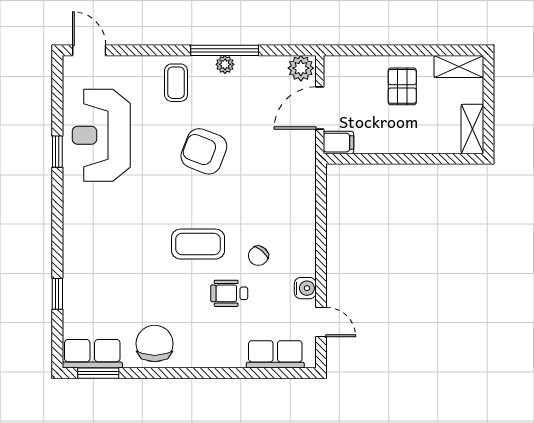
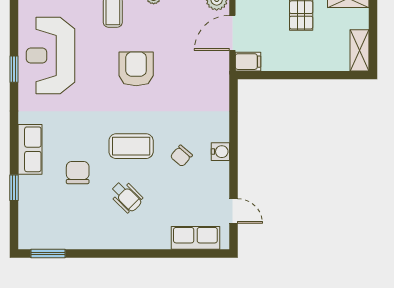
armchair: (204, 151) -> (136, 69), turned 69
water cooler: (305, 288) -> (220, 152), moved
wheelchair: (229, 293) -> (126, 197), moved, turned -135
chair: (155, 344) -> (78, 173), moved, width x0.73, depth x0.73
row of seats: (92, 354) -> (30, 149), moved, turned 90

